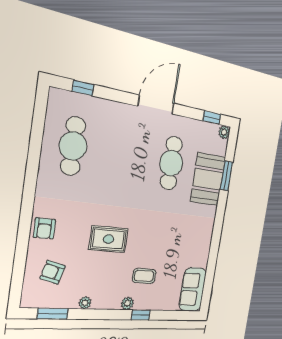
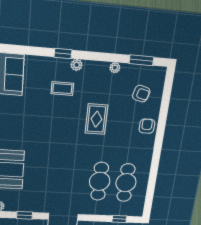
window: (212, 118) -> (25, 215), moved
cafe table: (171, 163) -> (100, 181), moved
rug: (108, 239) -> (96, 119), turned 90

